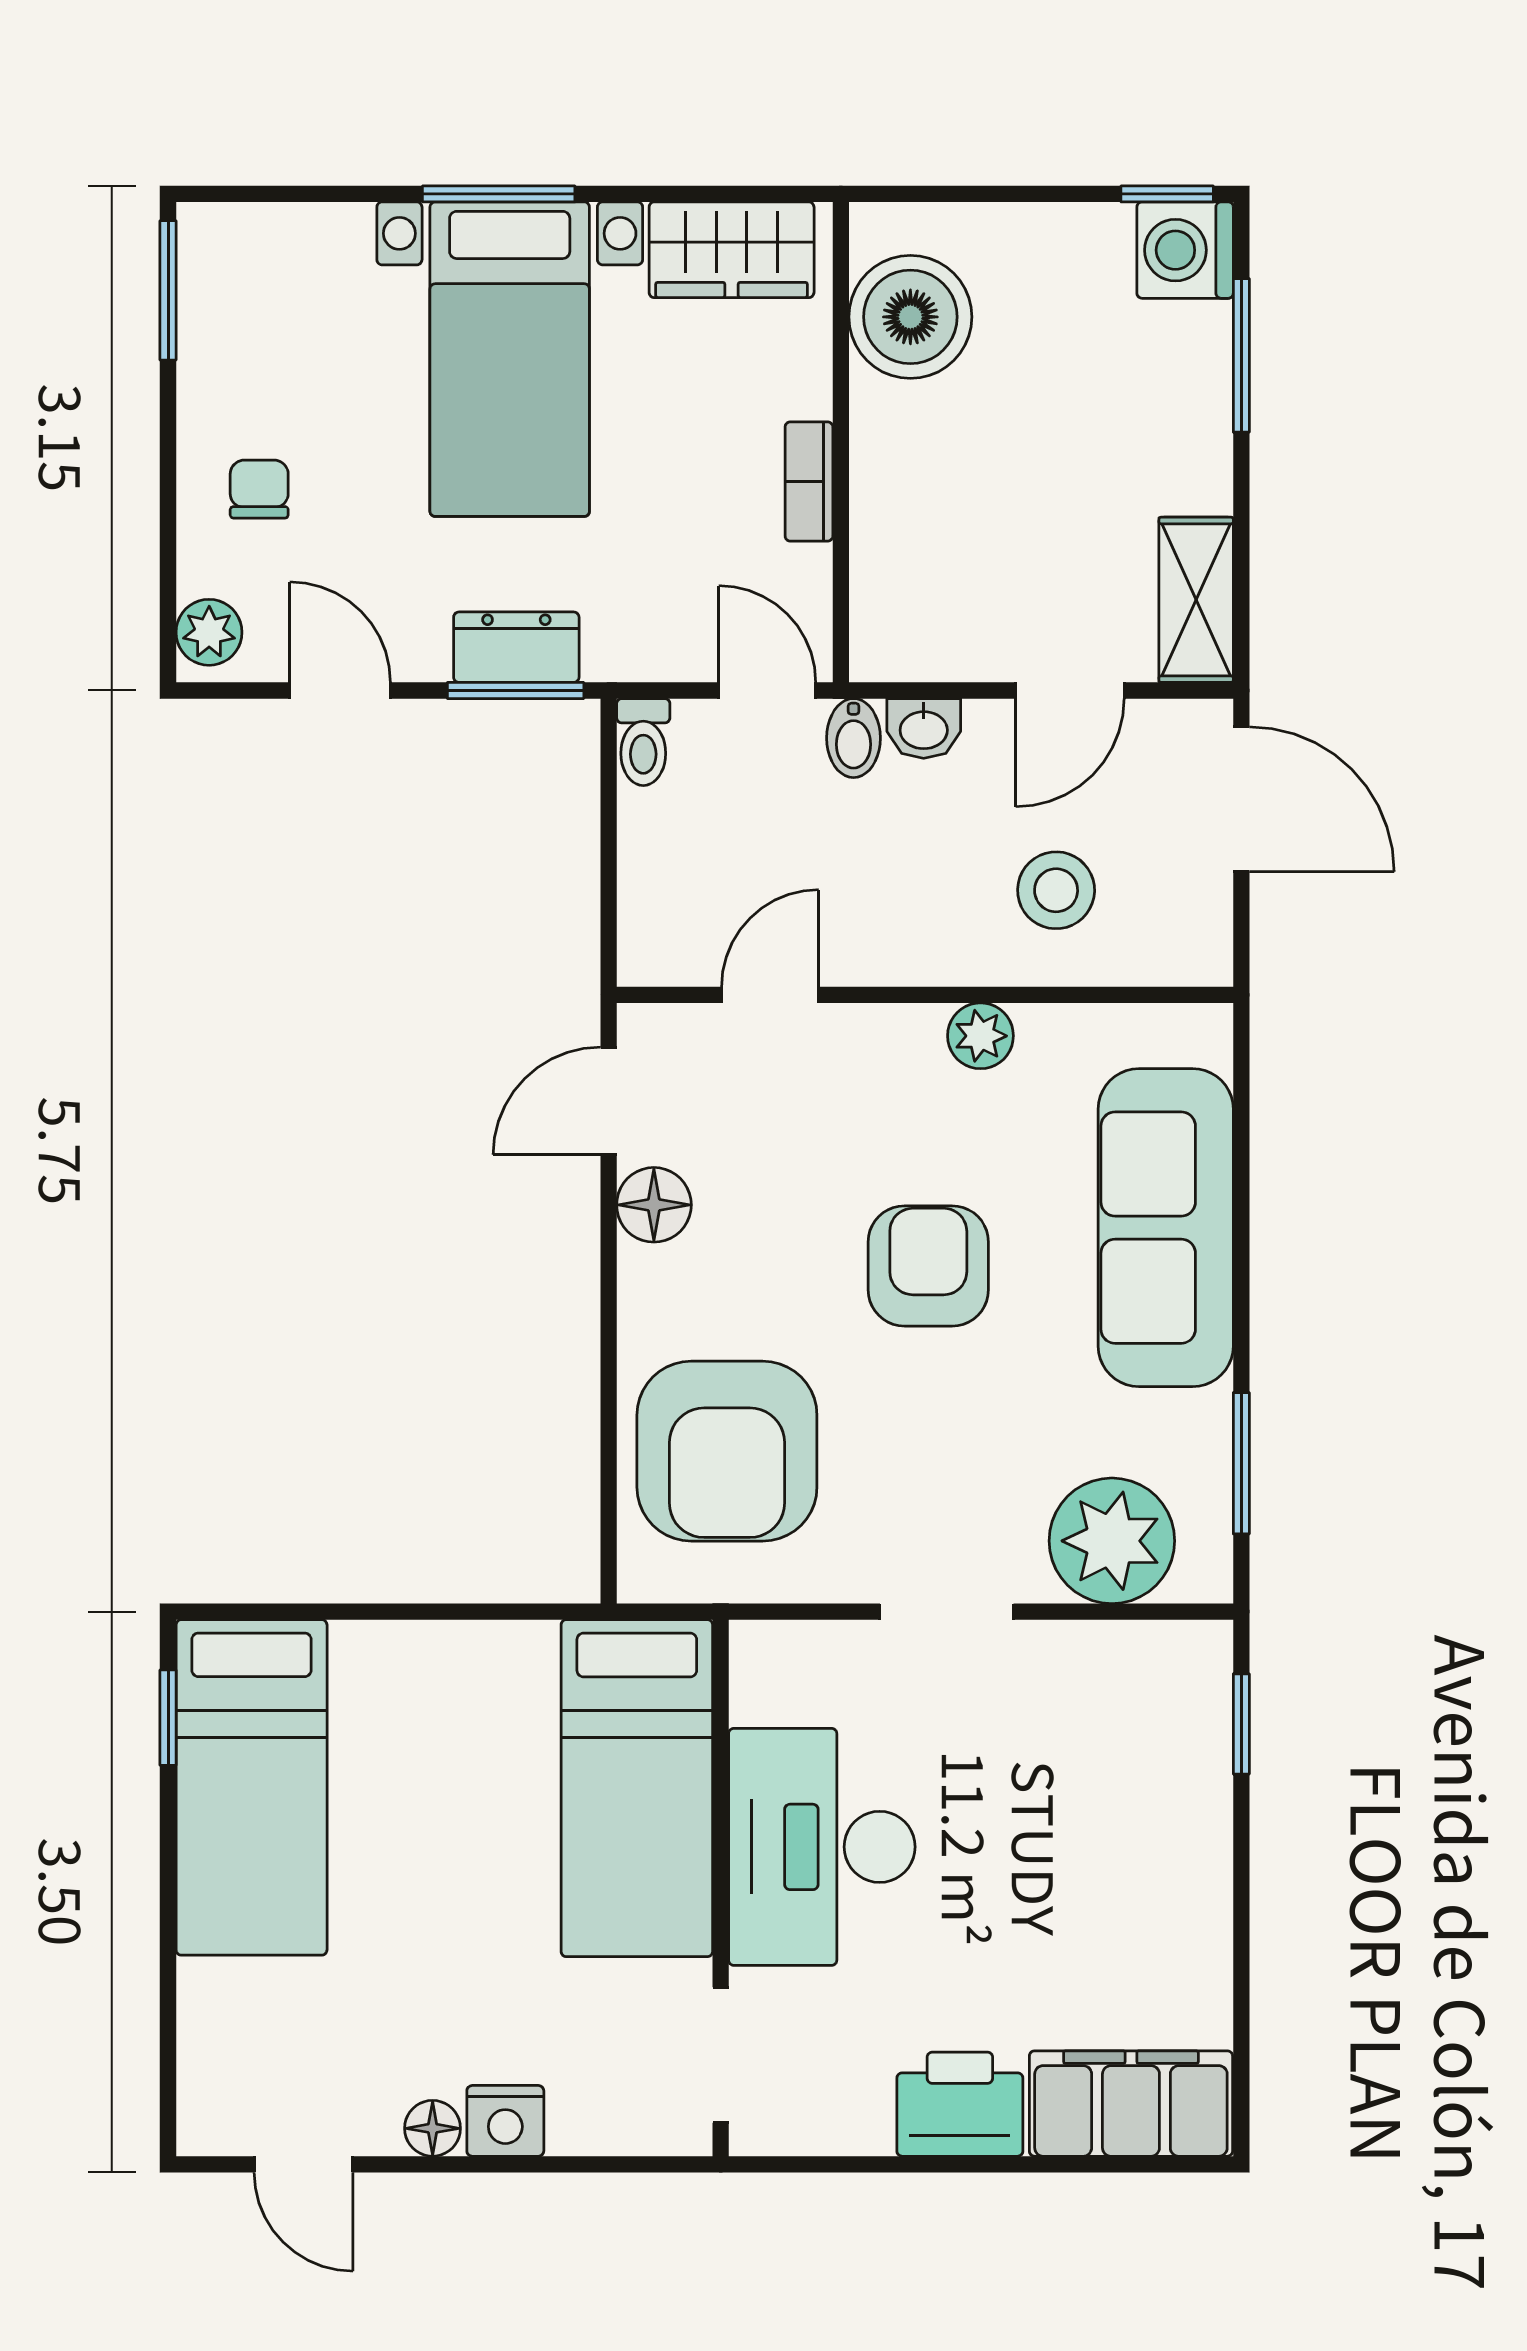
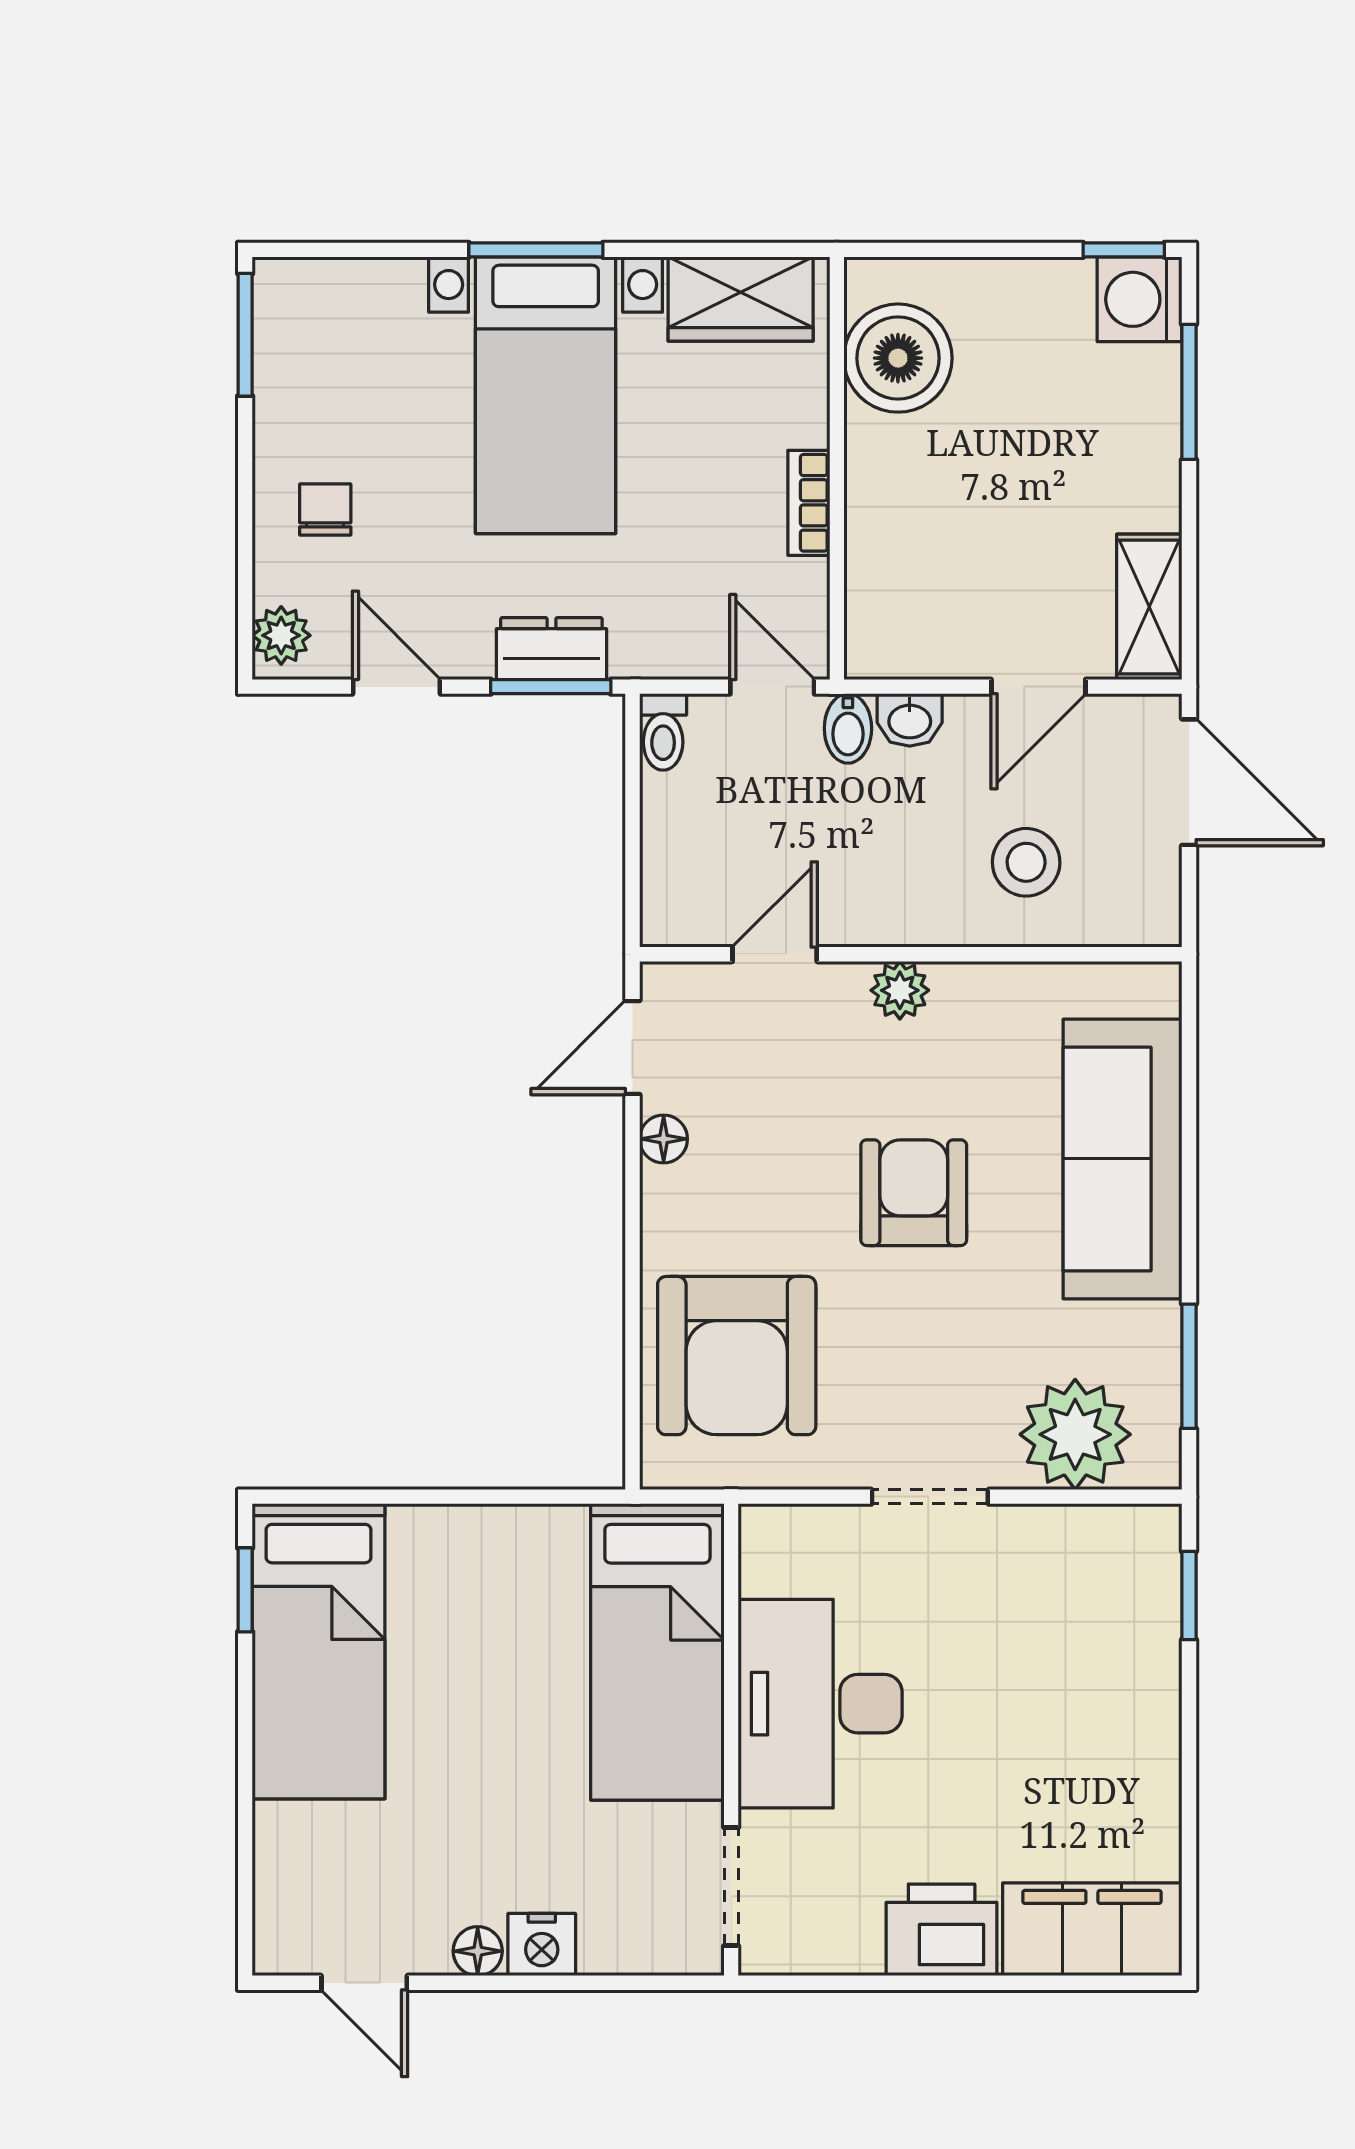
plant: (980, 1036) -> (900, 990), moved
floor lamp: (654, 1205) -> (664, 1139), width x0.73, depth x0.73

